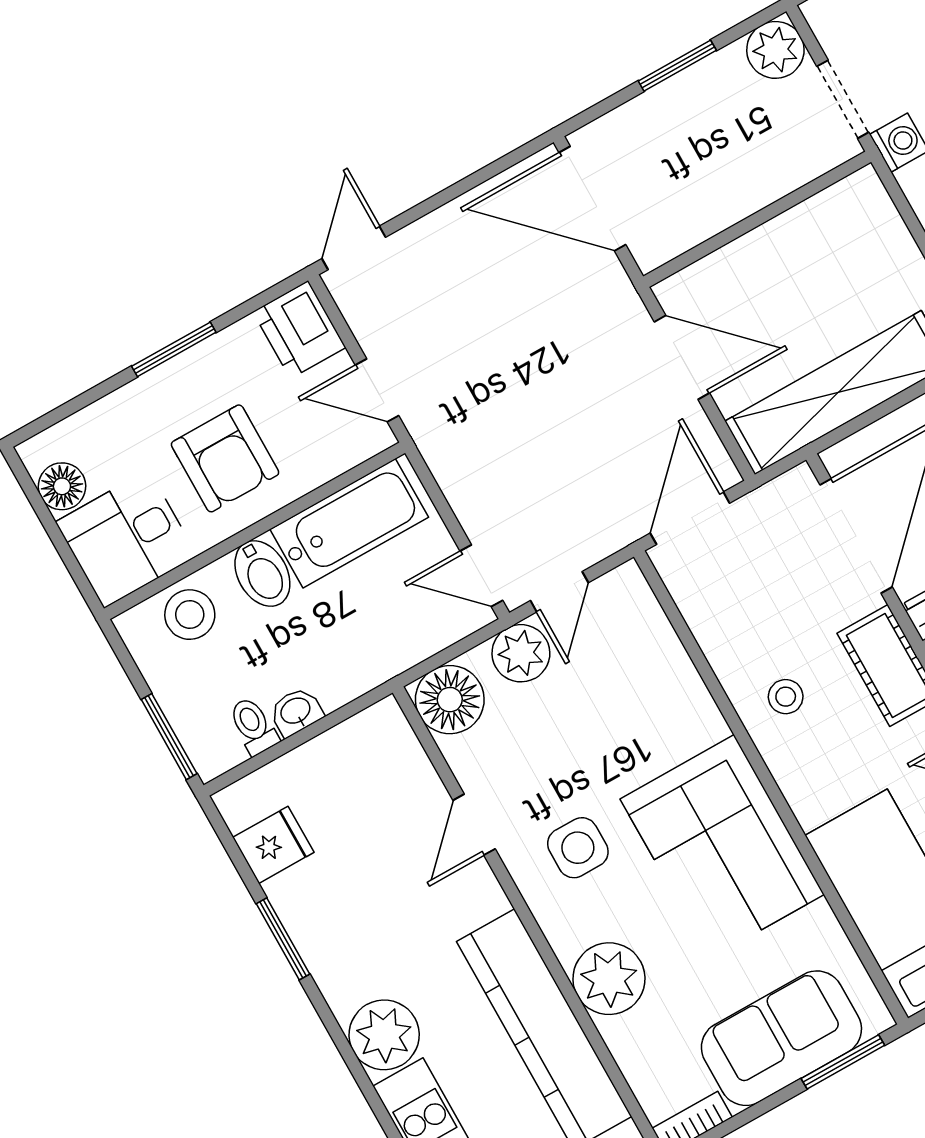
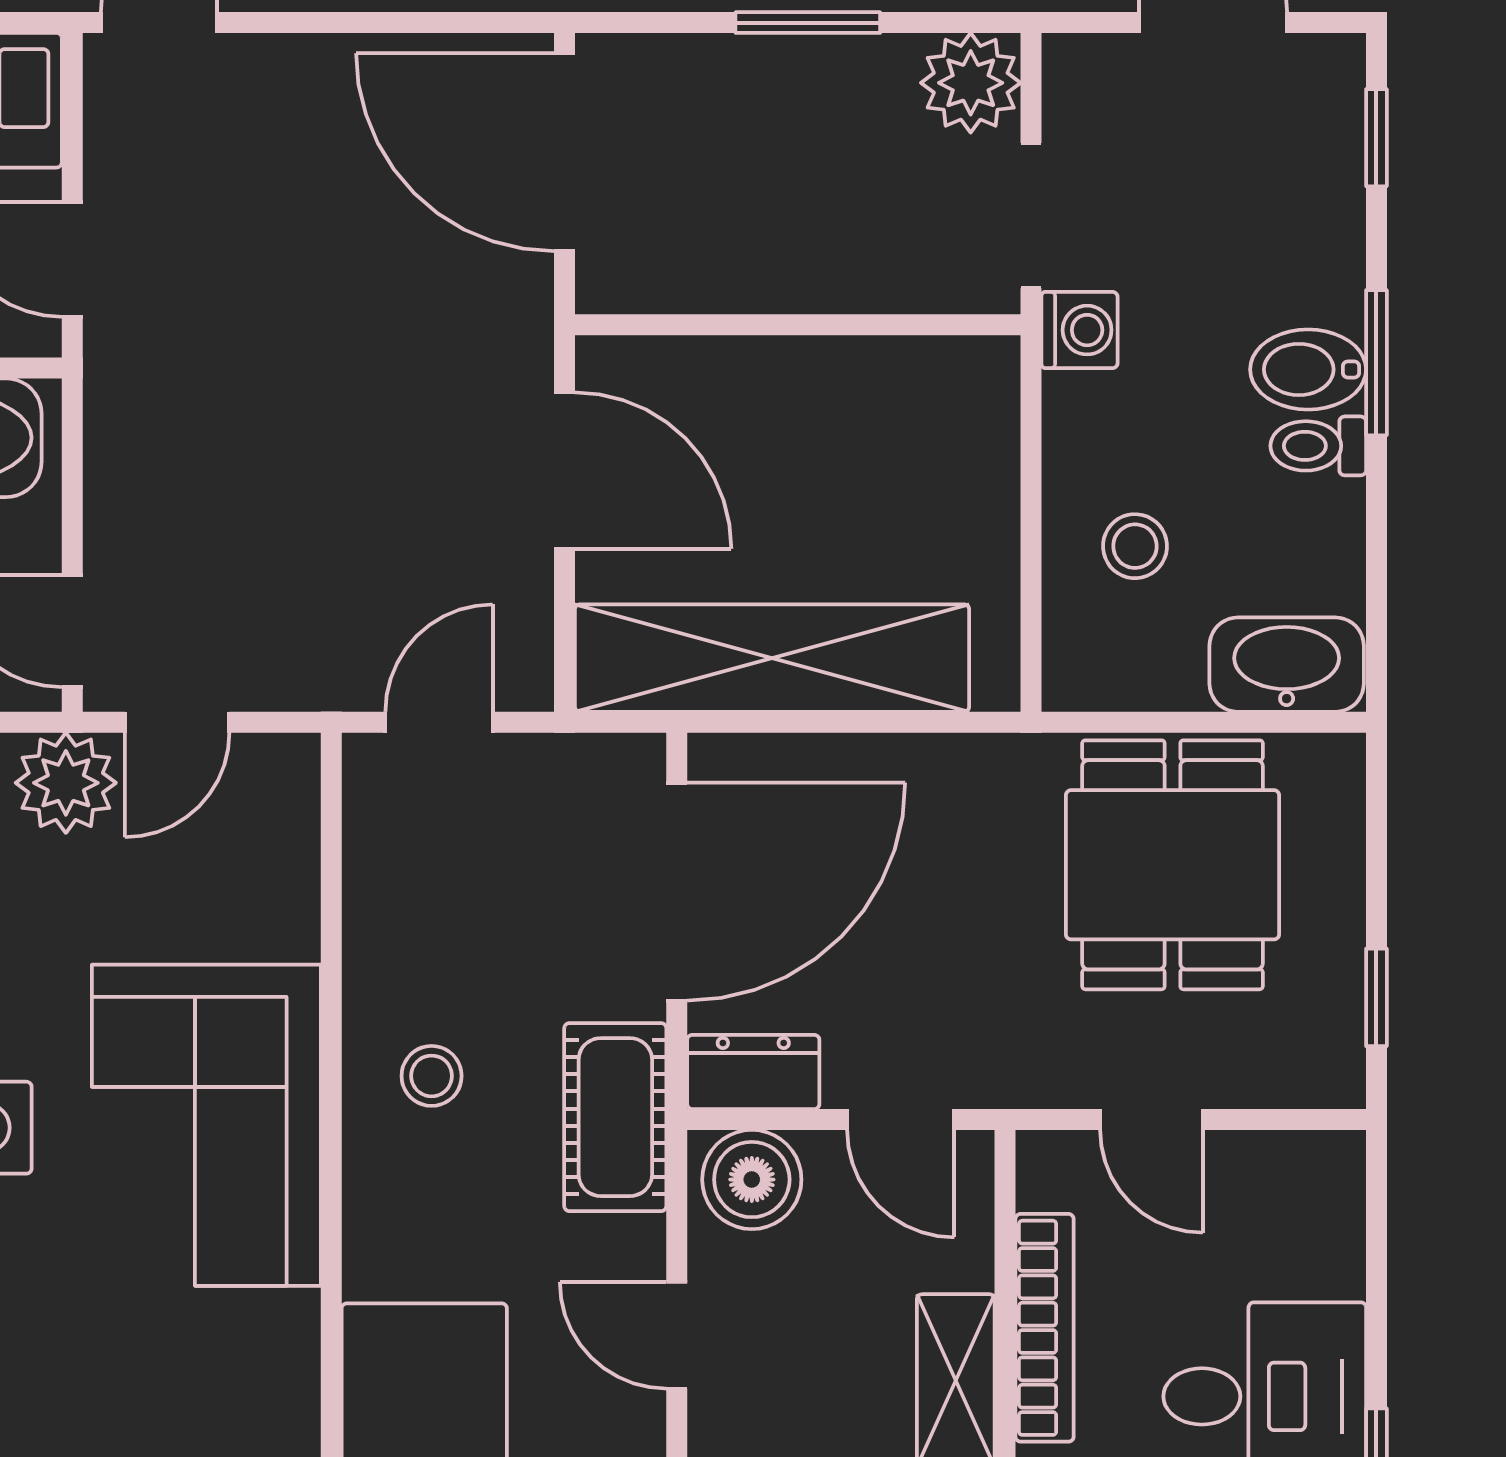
door: (690, 518) -> (439, 722), width x0.73
corner sofa: (722, 847) -> (206, 1125), moved

